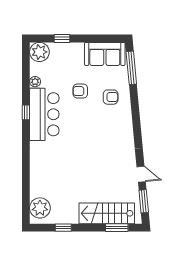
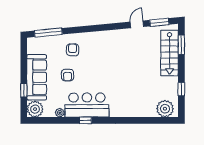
sofa: (105, 54) -> (37, 77), moved, width x1.36

